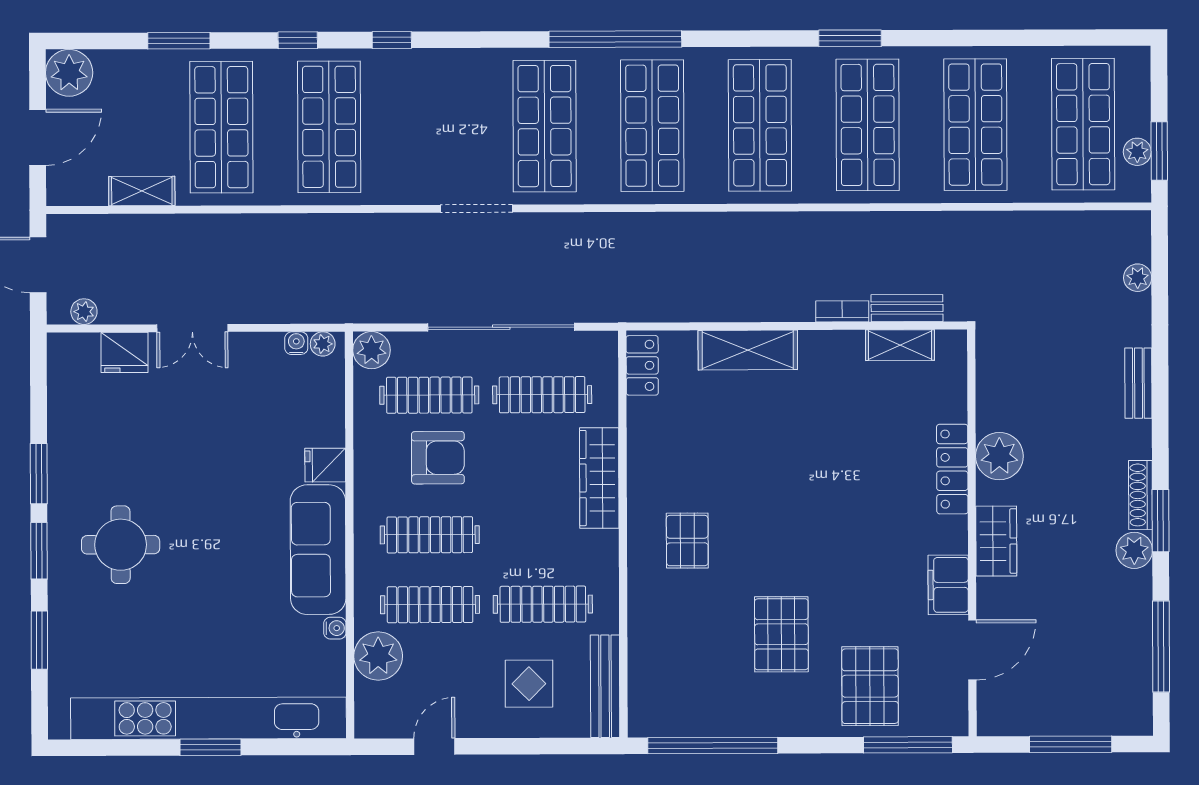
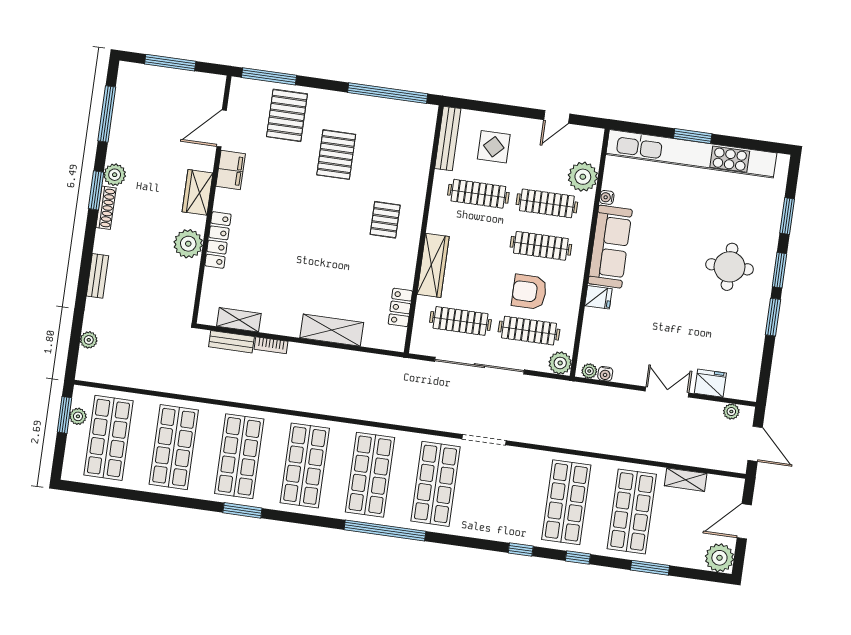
locker: (642, 365) -> (400, 307), moved

